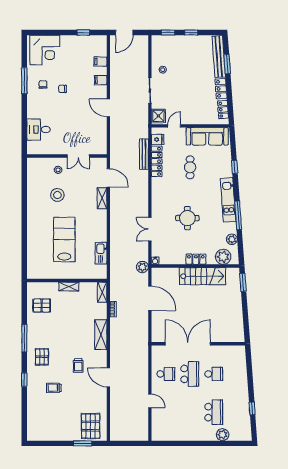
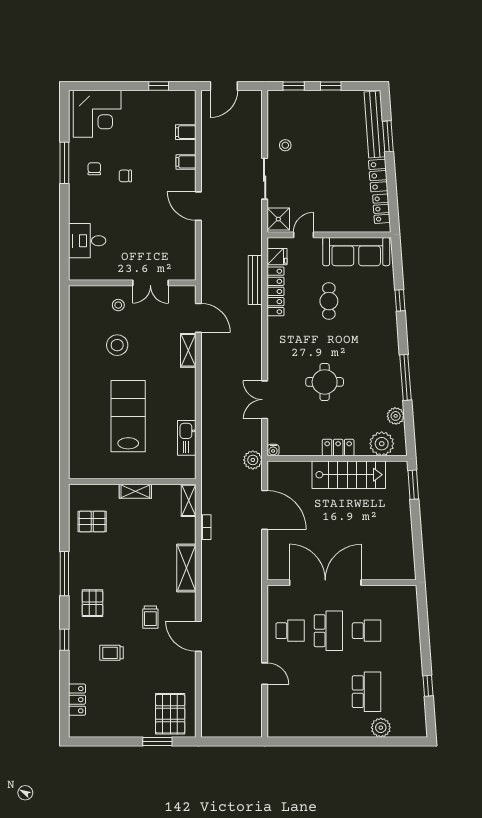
kitchen unit: (228, 200) -> (390, 353), removed
locker: (32, 417) -> (77, 700), added

